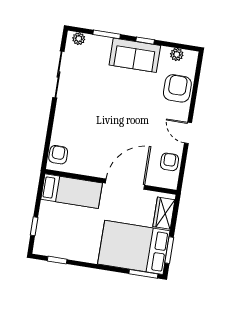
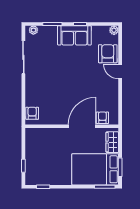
plant: (177, 55) -> (114, 30), moved
door: (188, 133) -> (120, 71), moved
armchair: (169, 162) -> (102, 118), moved
bed: (72, 191) -> (46, 137), removed

